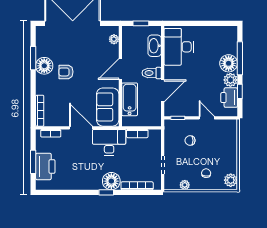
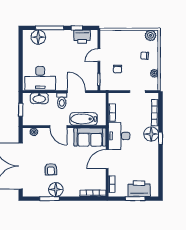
floor lamp: (229, 63) -> (38, 37), moved
armchair: (66, 72) -> (51, 169), moved
plant: (230, 80) -> (67, 36), removed

